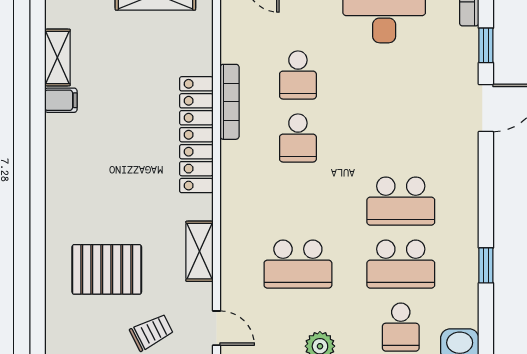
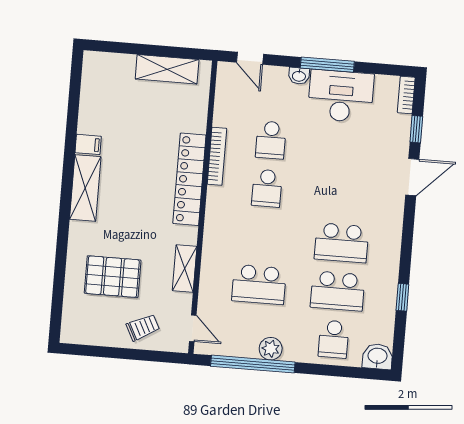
shelving: (57, 57) -> (85, 188), moved, width x1.50, depth x1.33

